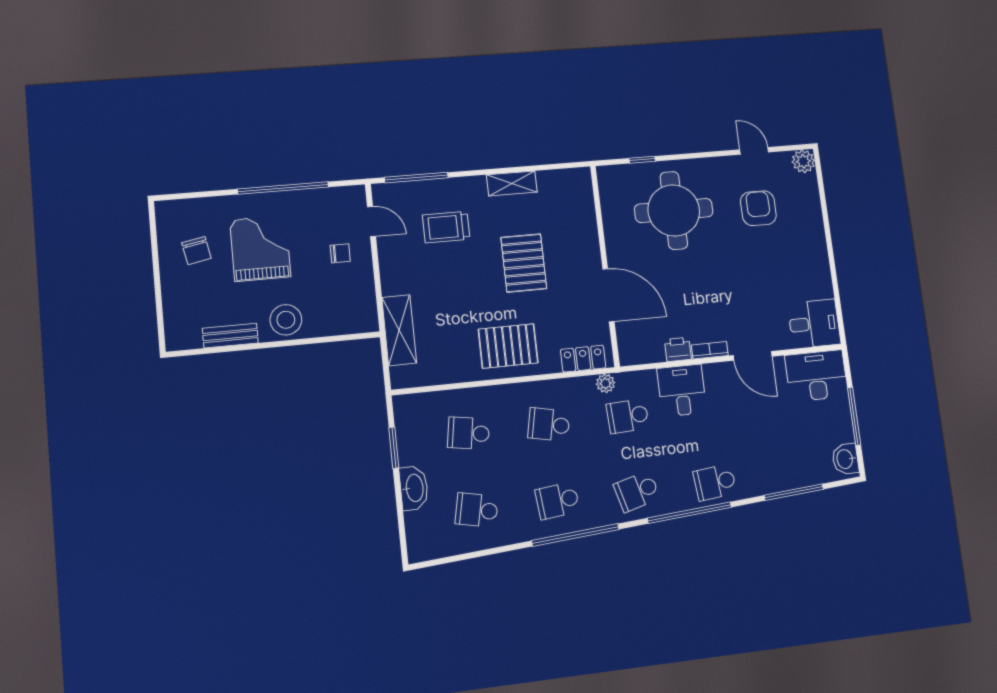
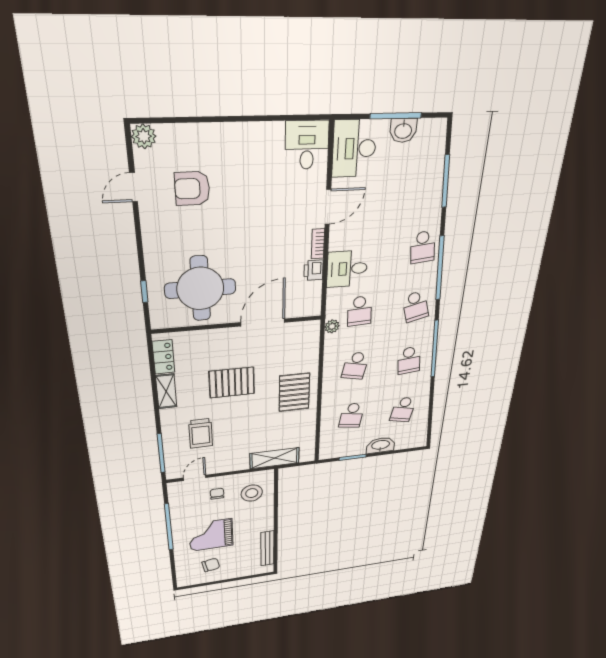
round table: (674, 210) -> (200, 289), moved
stool: (286, 320) -> (252, 493), moved
bench: (230, 336) -> (267, 548), width x1.36
locker: (583, 359) -> (163, 357), moved, turned 180
washbasin: (845, 459) -> (403, 130), moved

